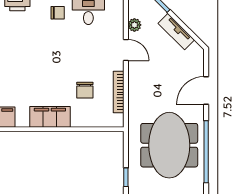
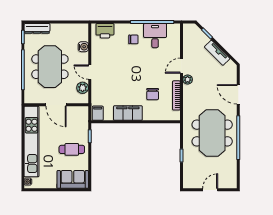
plant: (134, 25) -> (188, 79), moved
door: (126, 50) -> (182, 66), swing flipped
door: (206, 90) -> (238, 94), hinge flipped

